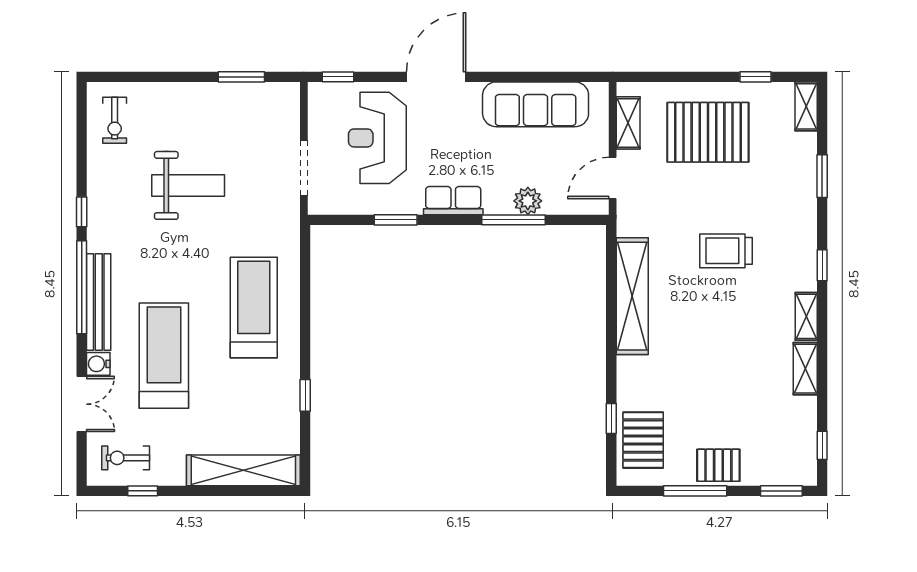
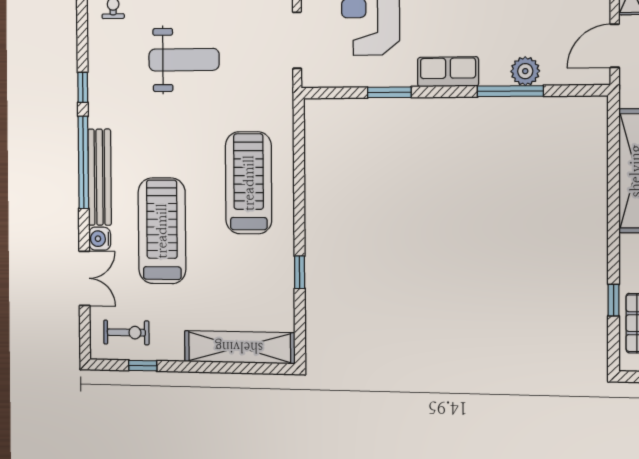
exercise bike: (126, 458) -> (126, 332), turned 180

